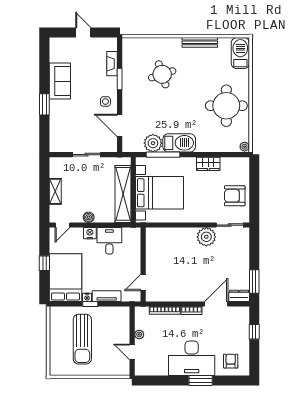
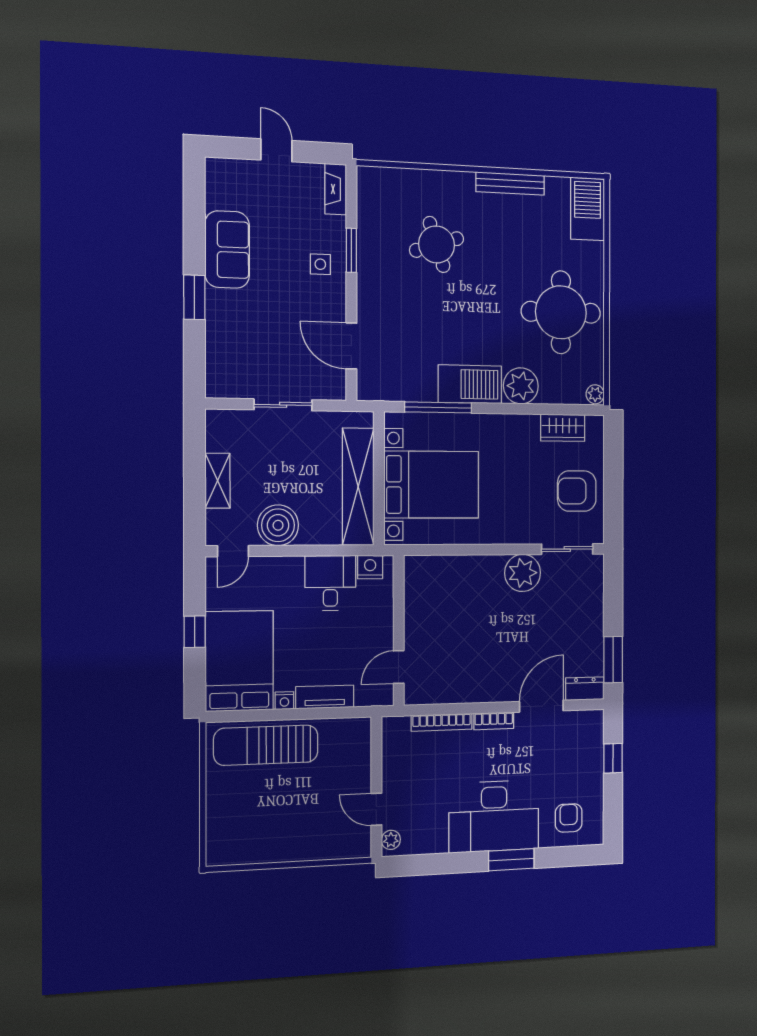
fireplace: (112, 64) -> (336, 189), moved
side table: (105, 102) -> (320, 264), moved
plant: (153, 143) -> (521, 386), moved
wardrobe: (208, 164) -> (563, 428), moved
boiler: (89, 217) -> (278, 525), width x1.86, depth x1.86
nightstand: (90, 233) -> (370, 567), moved
window: (90, 304) -> (291, 714), removed
plant: (139, 334) -> (391, 840), moved
sun lounger: (82, 339) -> (266, 745), moved, turned 90

